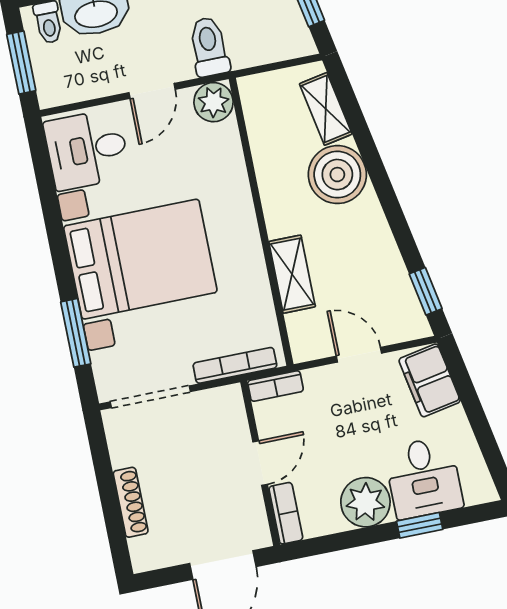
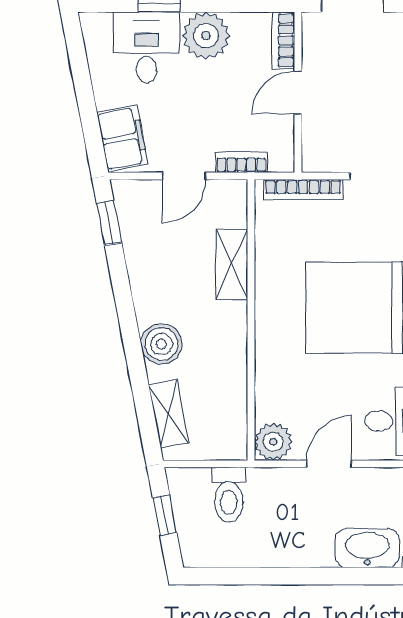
toilet: (209, 47) -> (229, 495), moved
boiler: (337, 175) -> (161, 344), width x0.73, depth x0.73
door: (359, 355) -> (184, 176), hinge flipped
bookcase: (275, 386) -> (241, 162), moved

